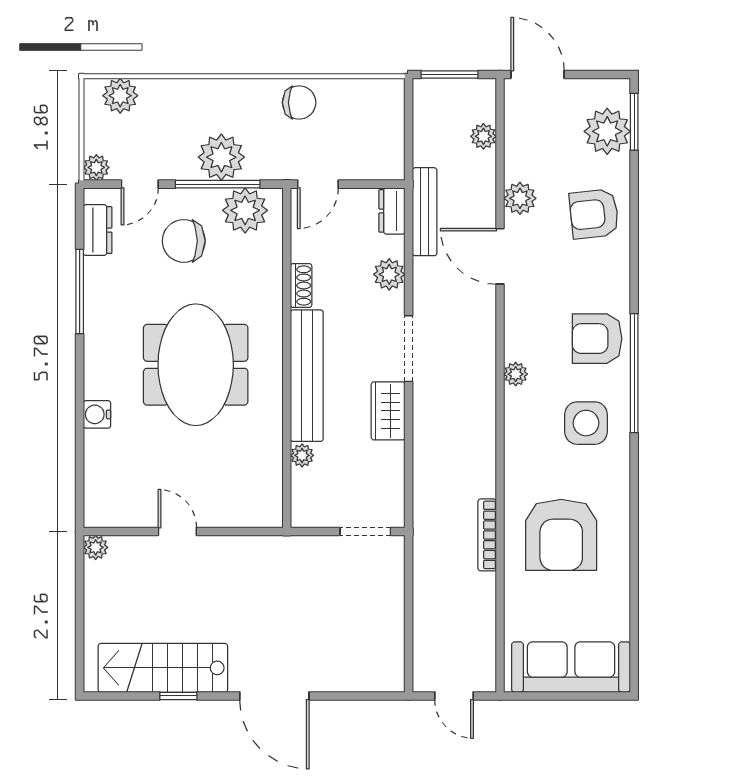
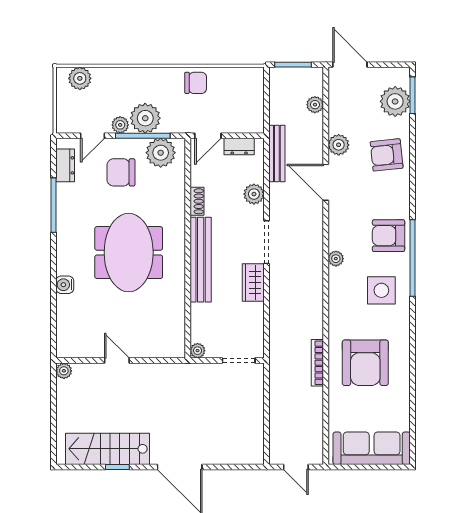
plant: (96, 167) -> (120, 125), moved
dresser: (392, 211) -> (239, 146), moved, turned -90
plant: (302, 455) -> (198, 351), moved

